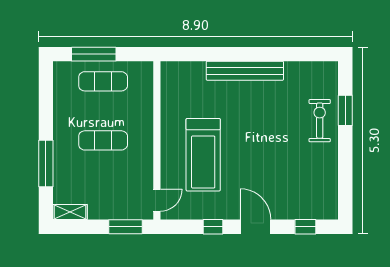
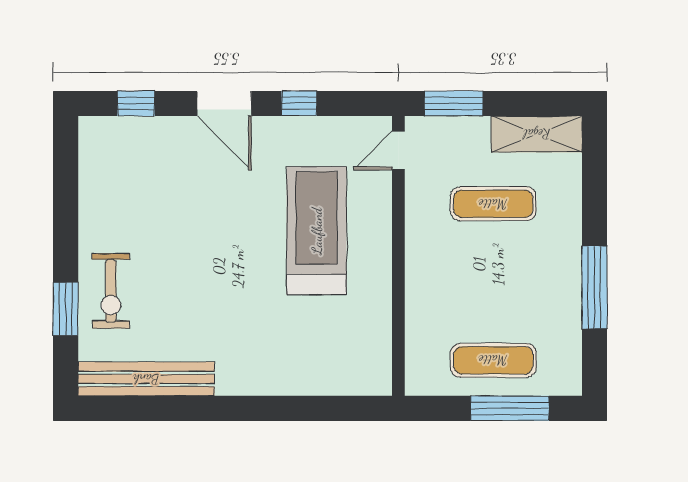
bench: (245, 71) -> (146, 379), moved
exercise mat: (103, 140) -> (493, 204), moved
window: (46, 164) -> (594, 287), moved
shelving: (70, 212) -> (537, 134), width x1.50, depth x1.33

